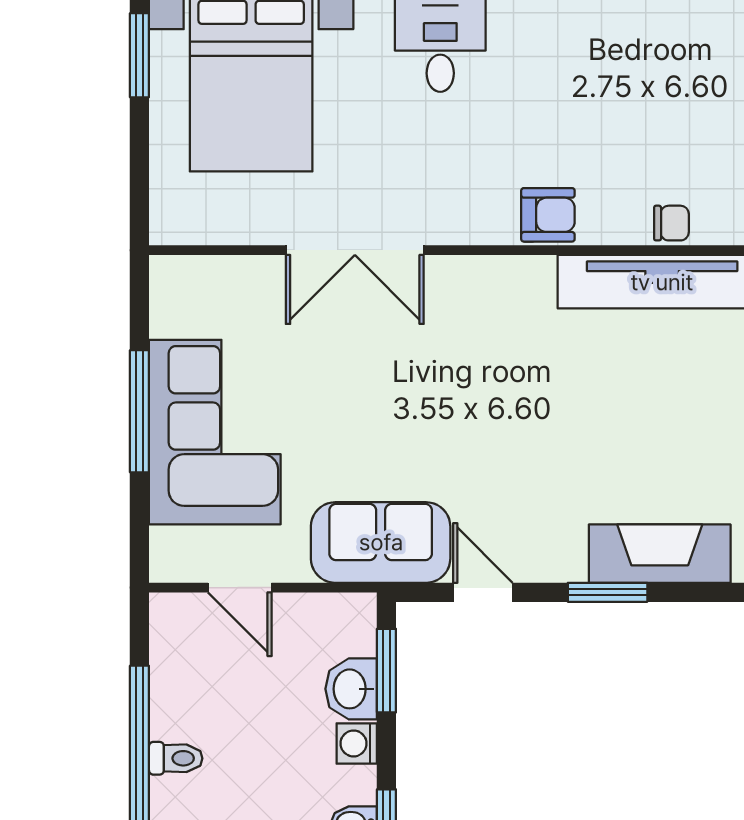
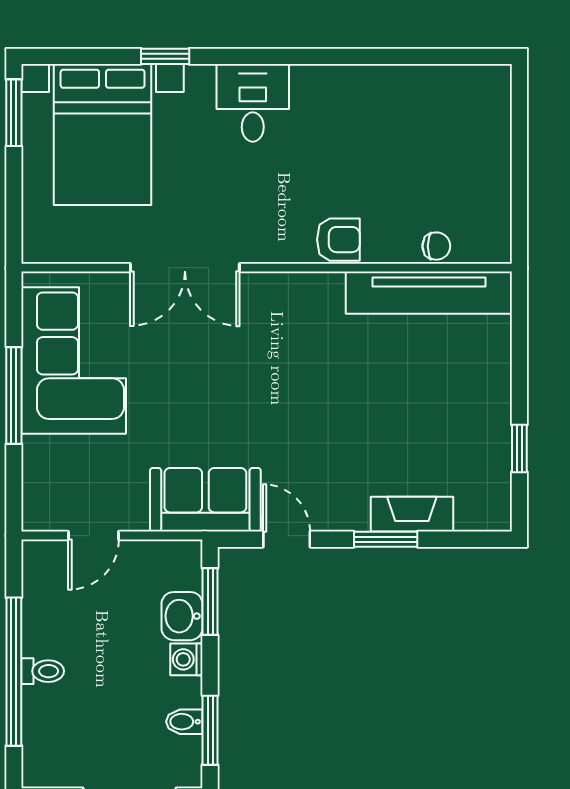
corner sofa: (215, 432) -> (74, 361), moved
fireplace: (660, 554) -> (412, 514), width x0.73, depth x0.76
door: (240, 588) -> (94, 536), hinge flipped

